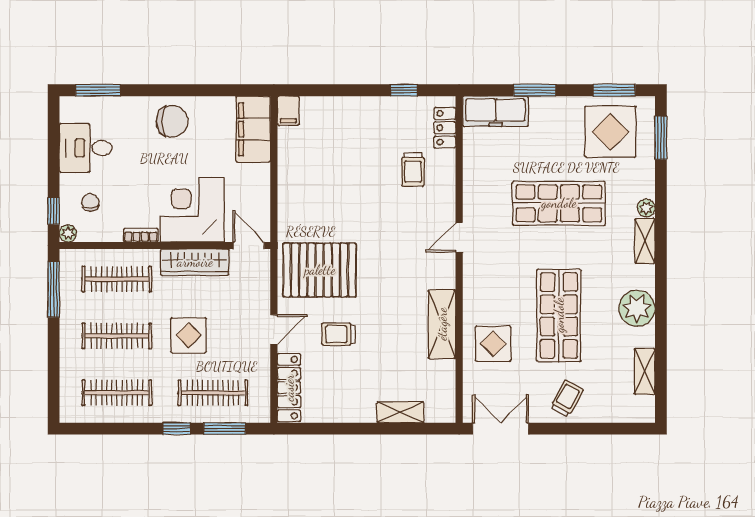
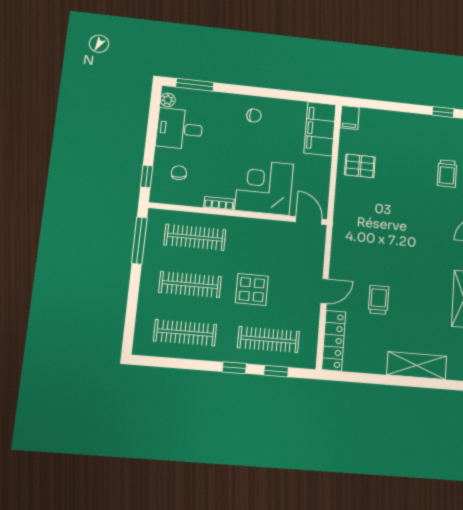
chair: (172, 121) -> (254, 115), width x0.54, depth x0.54
plant: (68, 233) -> (168, 100), moved
wardrobe: (195, 262) -> (263, 230), removed
pallet: (320, 270) -> (360, 166), moved, width x0.49, depth x0.50
trolley: (339, 334) -> (379, 300), turned 90
shelving: (400, 412) -> (417, 365), width x1.50, depth x1.33
window: (225, 429) -> (276, 371), width x0.67

